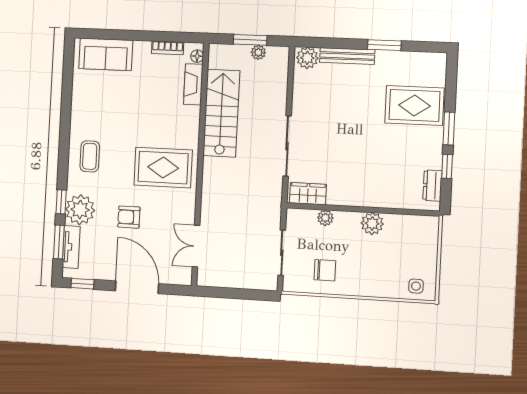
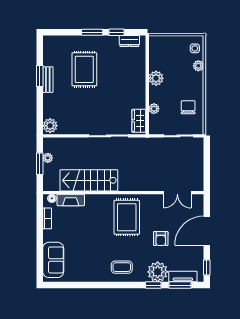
bench: (347, 56) -> (48, 80), moved, width x0.73
rug: (414, 105) -> (84, 69), moved
plant: (388, 290) -> (198, 66), added

